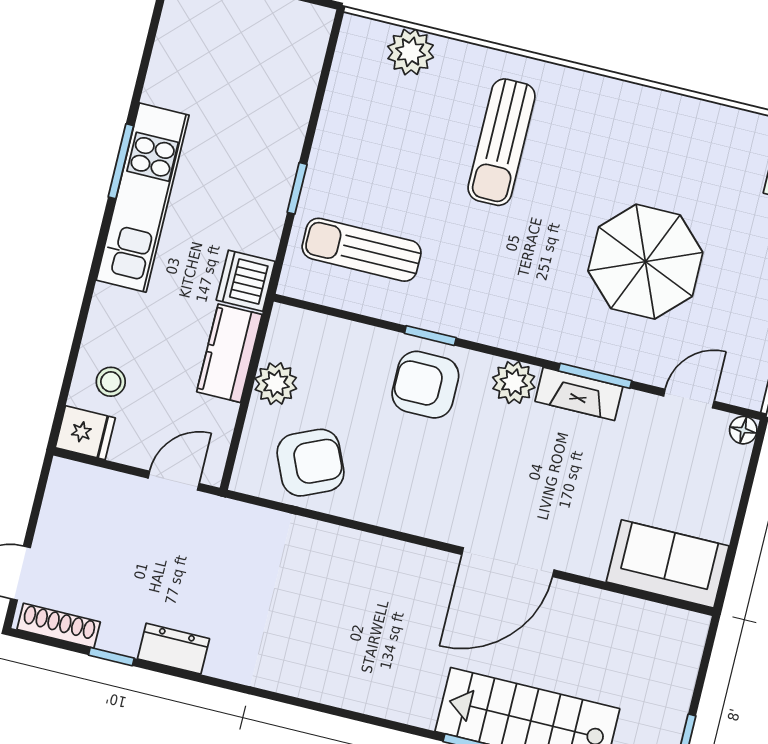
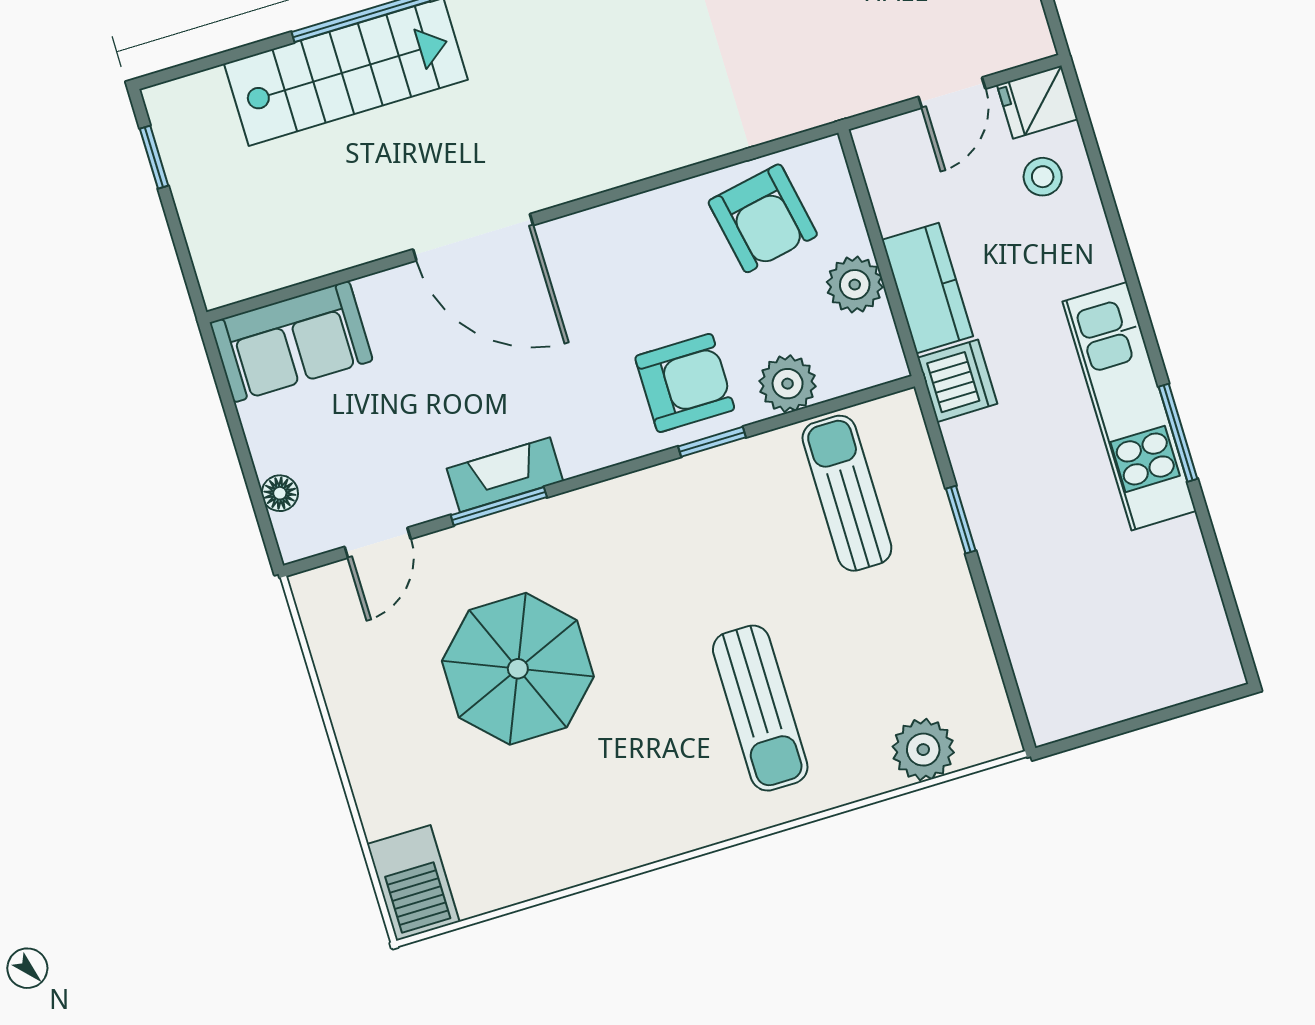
sun lounger: (502, 142) -> (760, 708), turned 180
sun lounger: (362, 250) -> (847, 493), turned -90
plant: (514, 382) -> (788, 384), moved
floor lamp: (743, 430) -> (280, 493), moved
armchair: (311, 463) -> (763, 218), turned -77
door: (174, 481) -> (952, 93), moved
door: (508, 562) -> (473, 237), swing flipped

